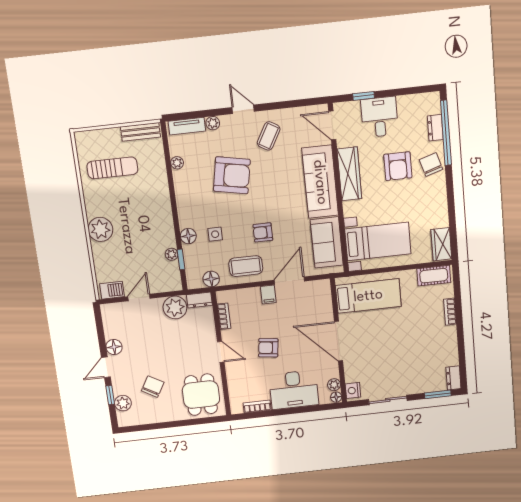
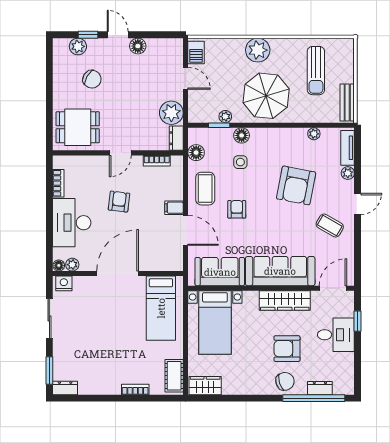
parasol: (145, 216) -> (266, 96), added

